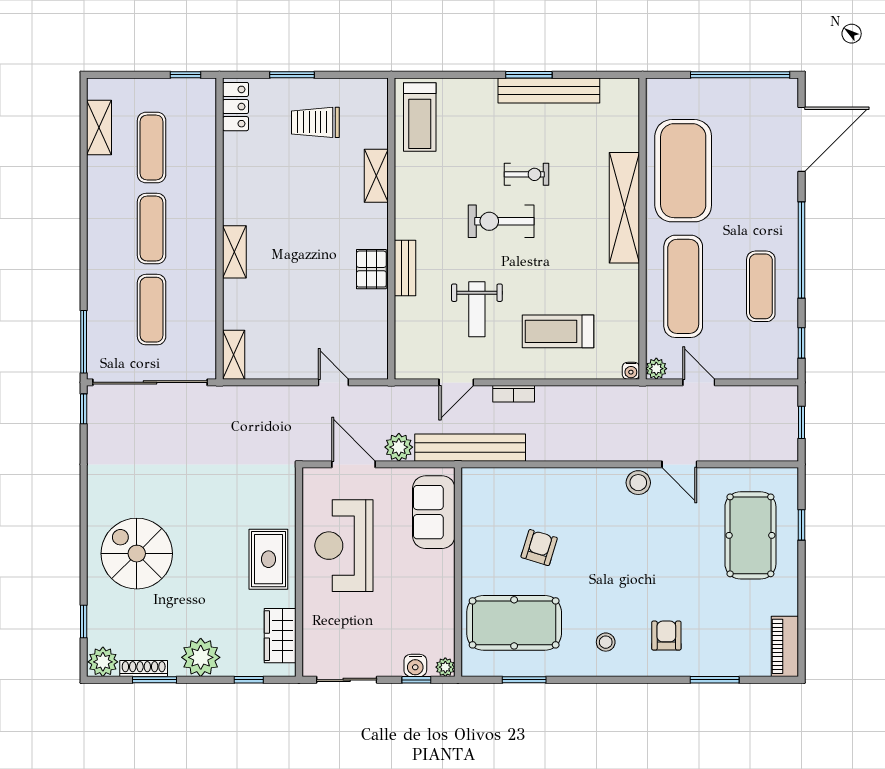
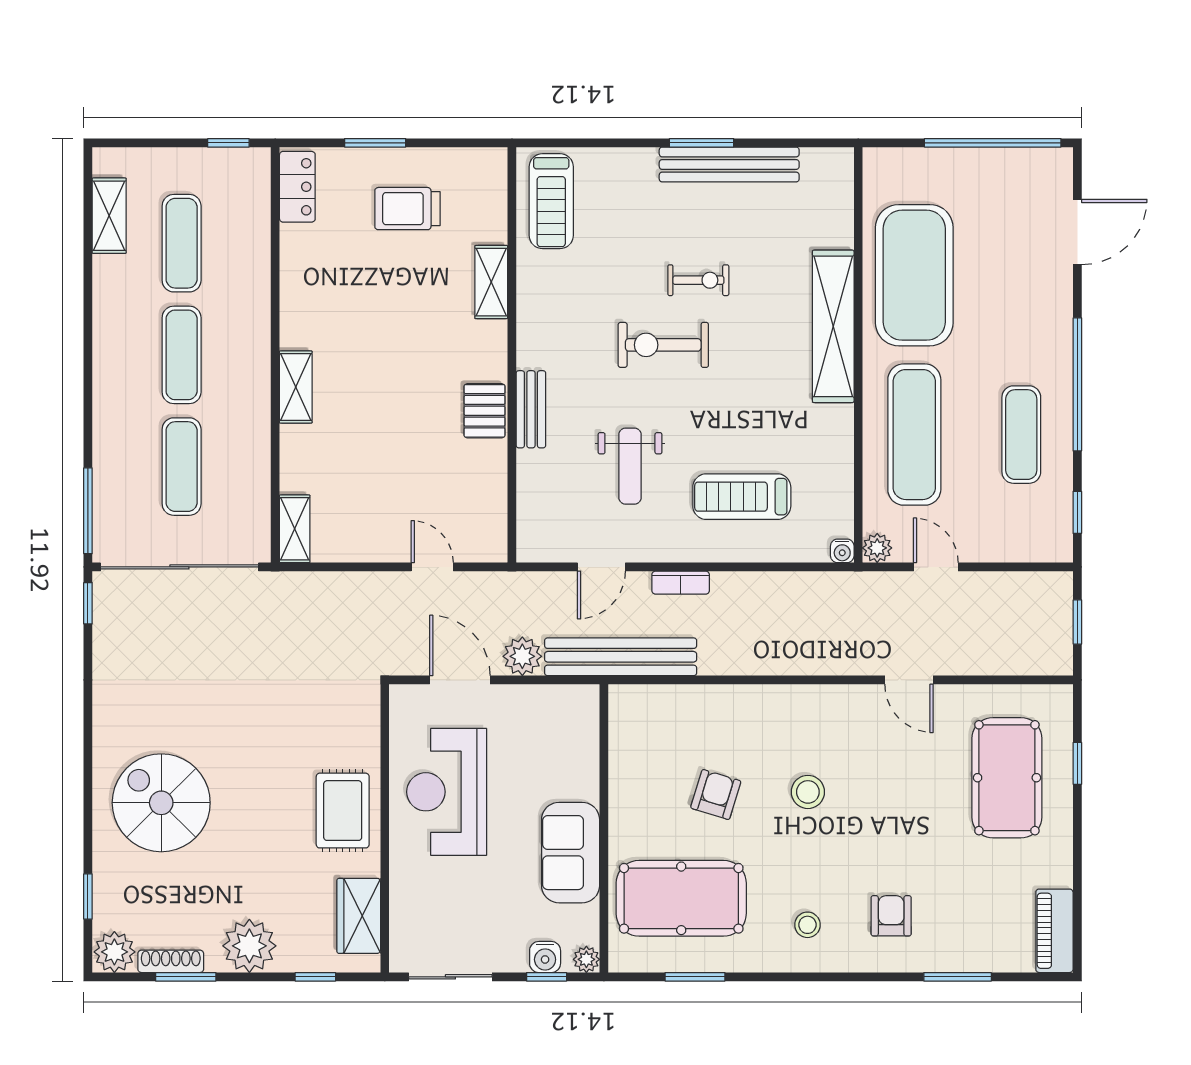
door: (801, 139) -> (1077, 232), width x0.73
stool: (638, 483) -> (808, 792), moved
sofa: (434, 512) -> (571, 853), moved

